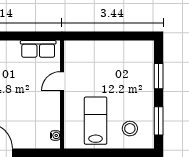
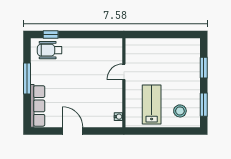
row of seats: (38, 49) -> (104, 45), removed

